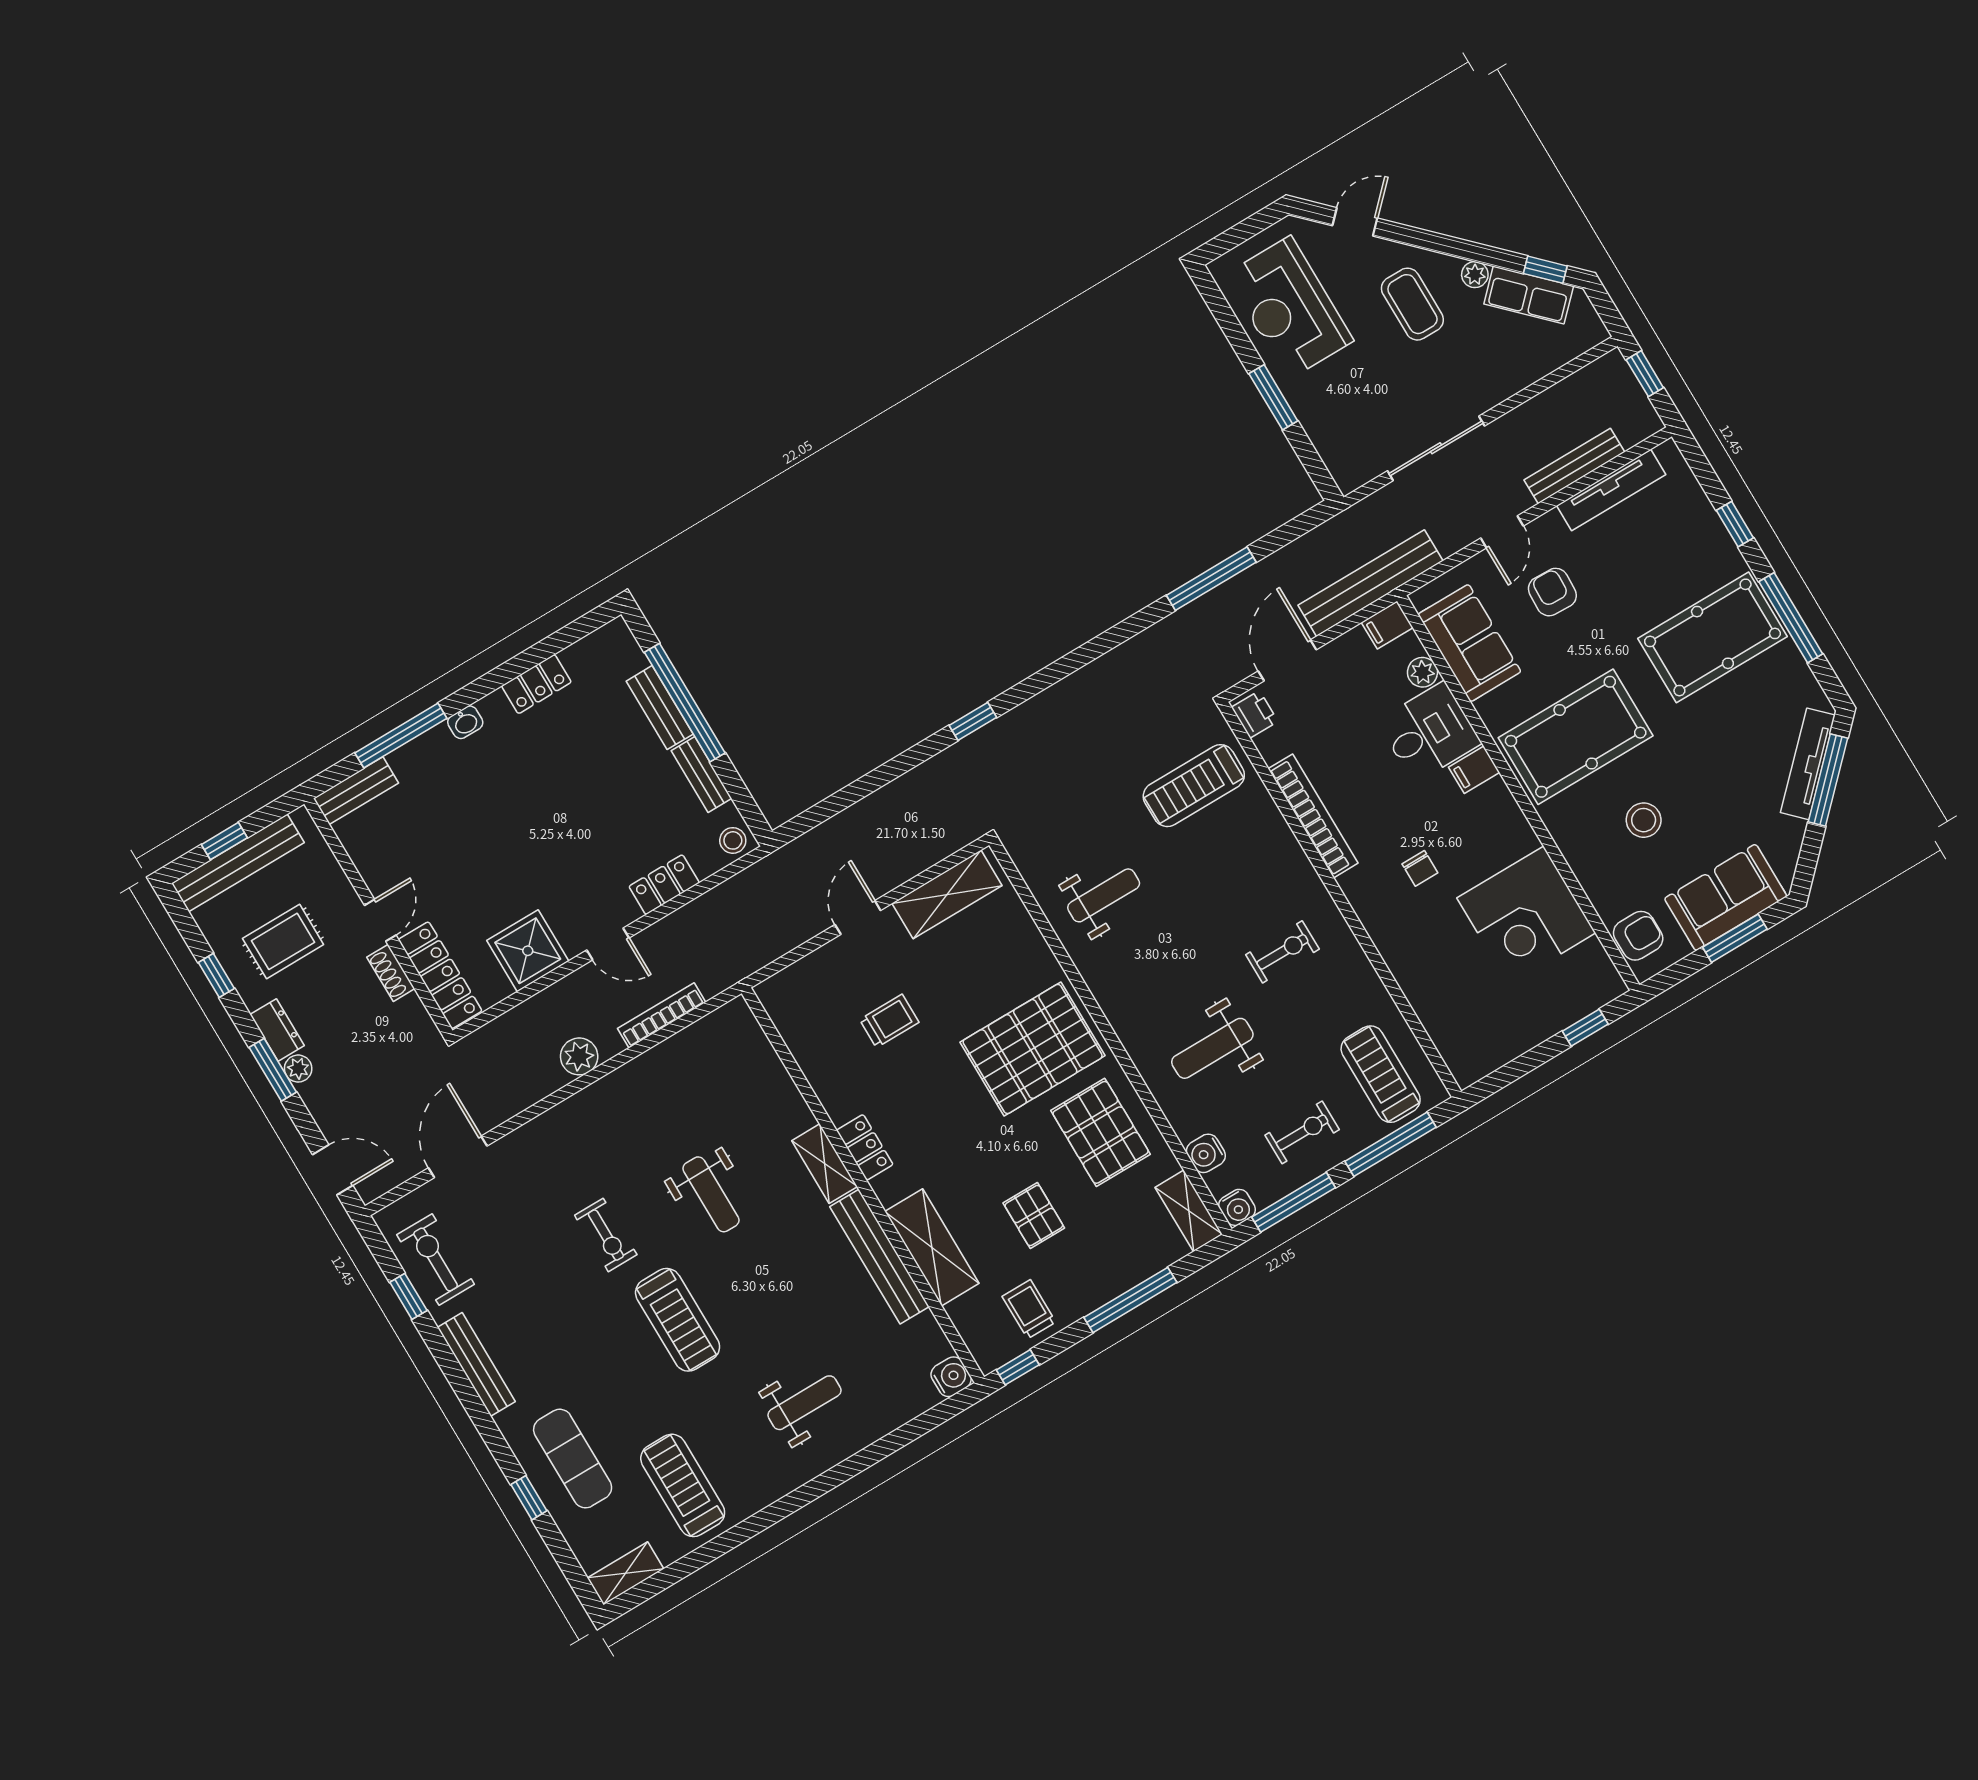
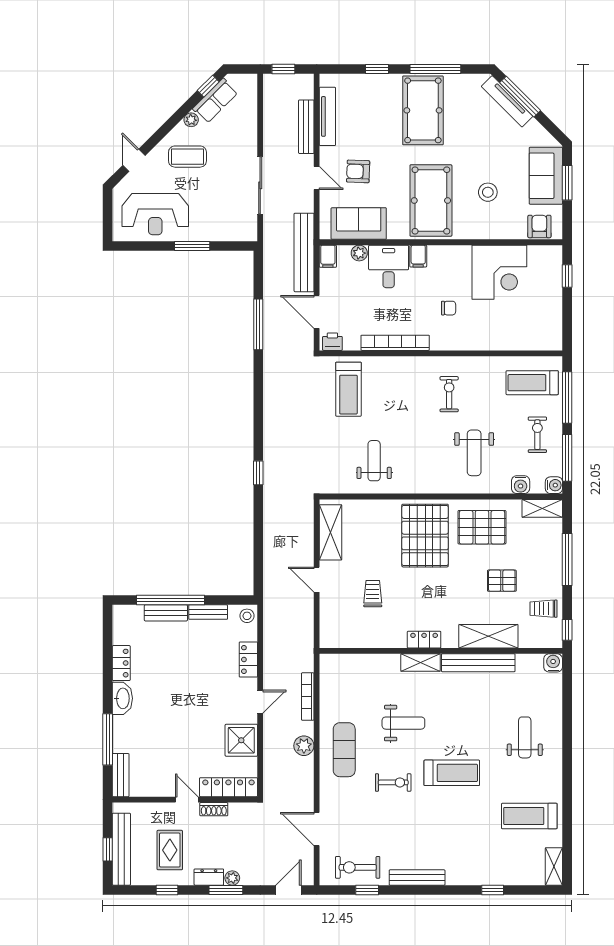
washbasin: (465, 722) -> (122, 698), width x1.91, depth x1.45
exercise mat: (573, 1459) -> (344, 750), moved, turned 90

